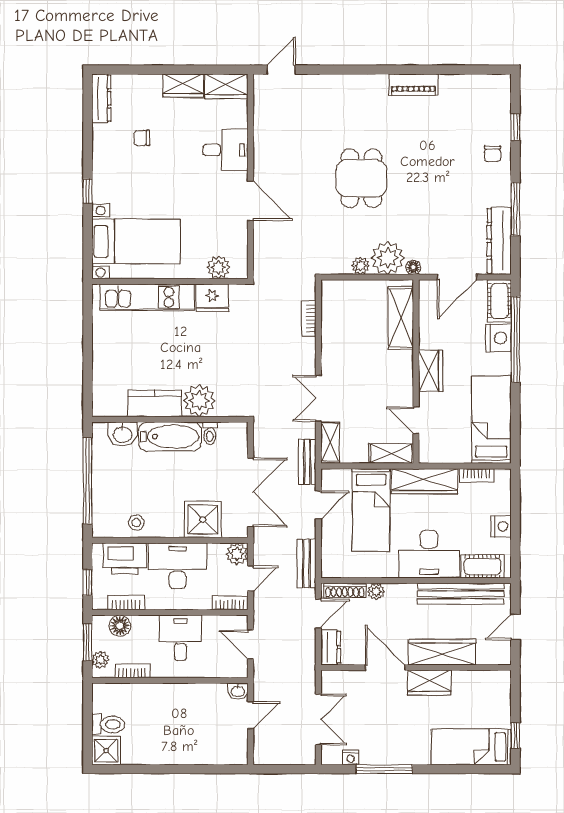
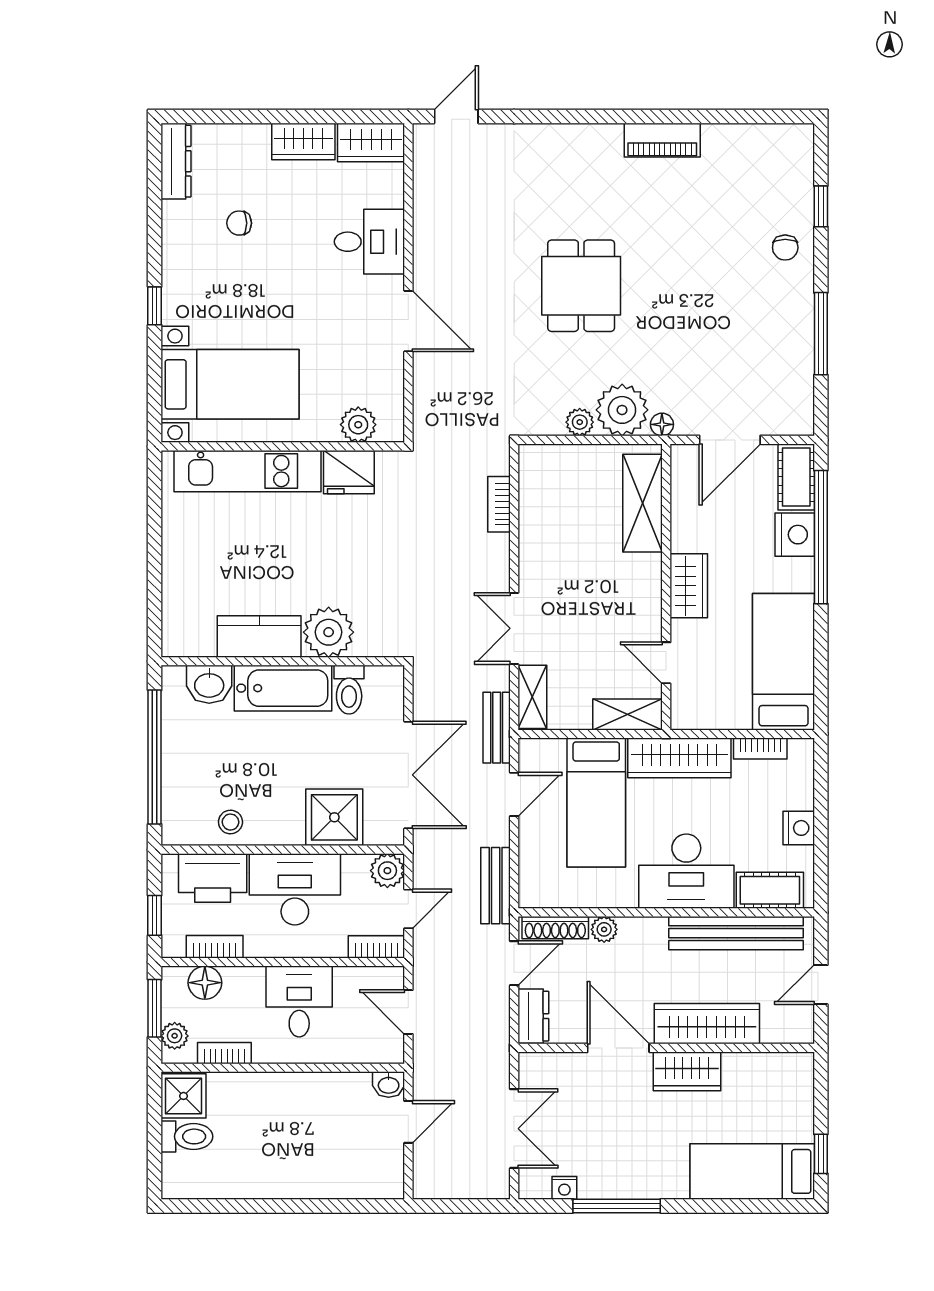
dresser: (499, 241) -> (796, 383), removed
toilet: (210, 433) -> (349, 690), width x1.37, depth x1.39
shower: (106, 751) -> (183, 1096), moved

